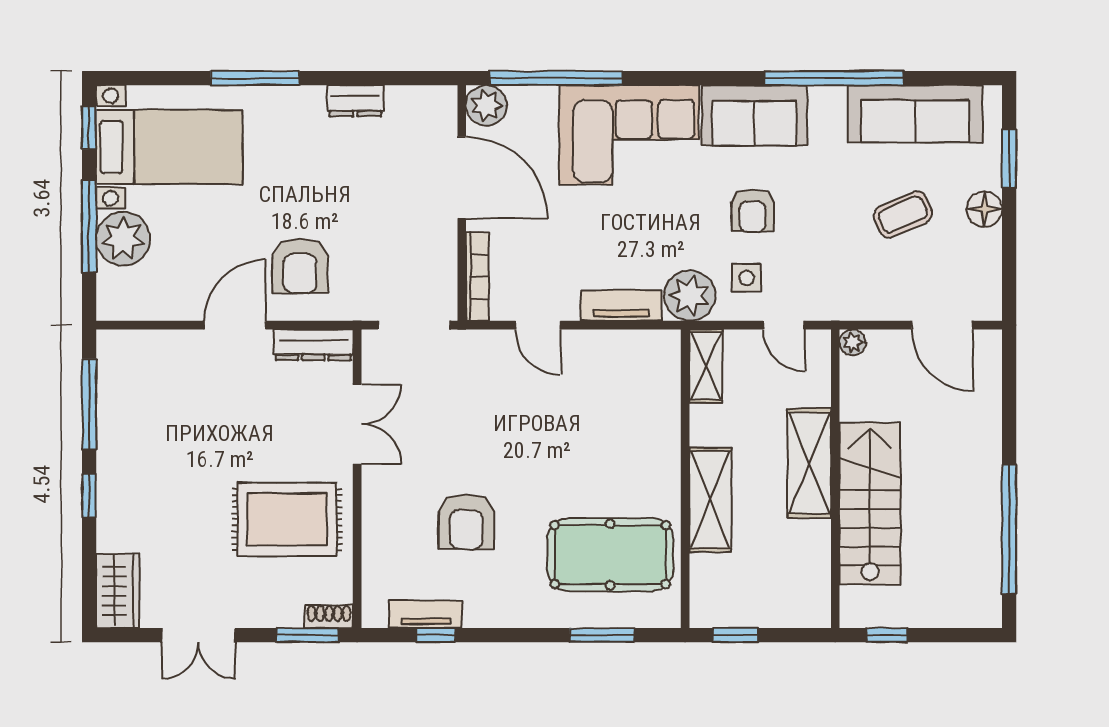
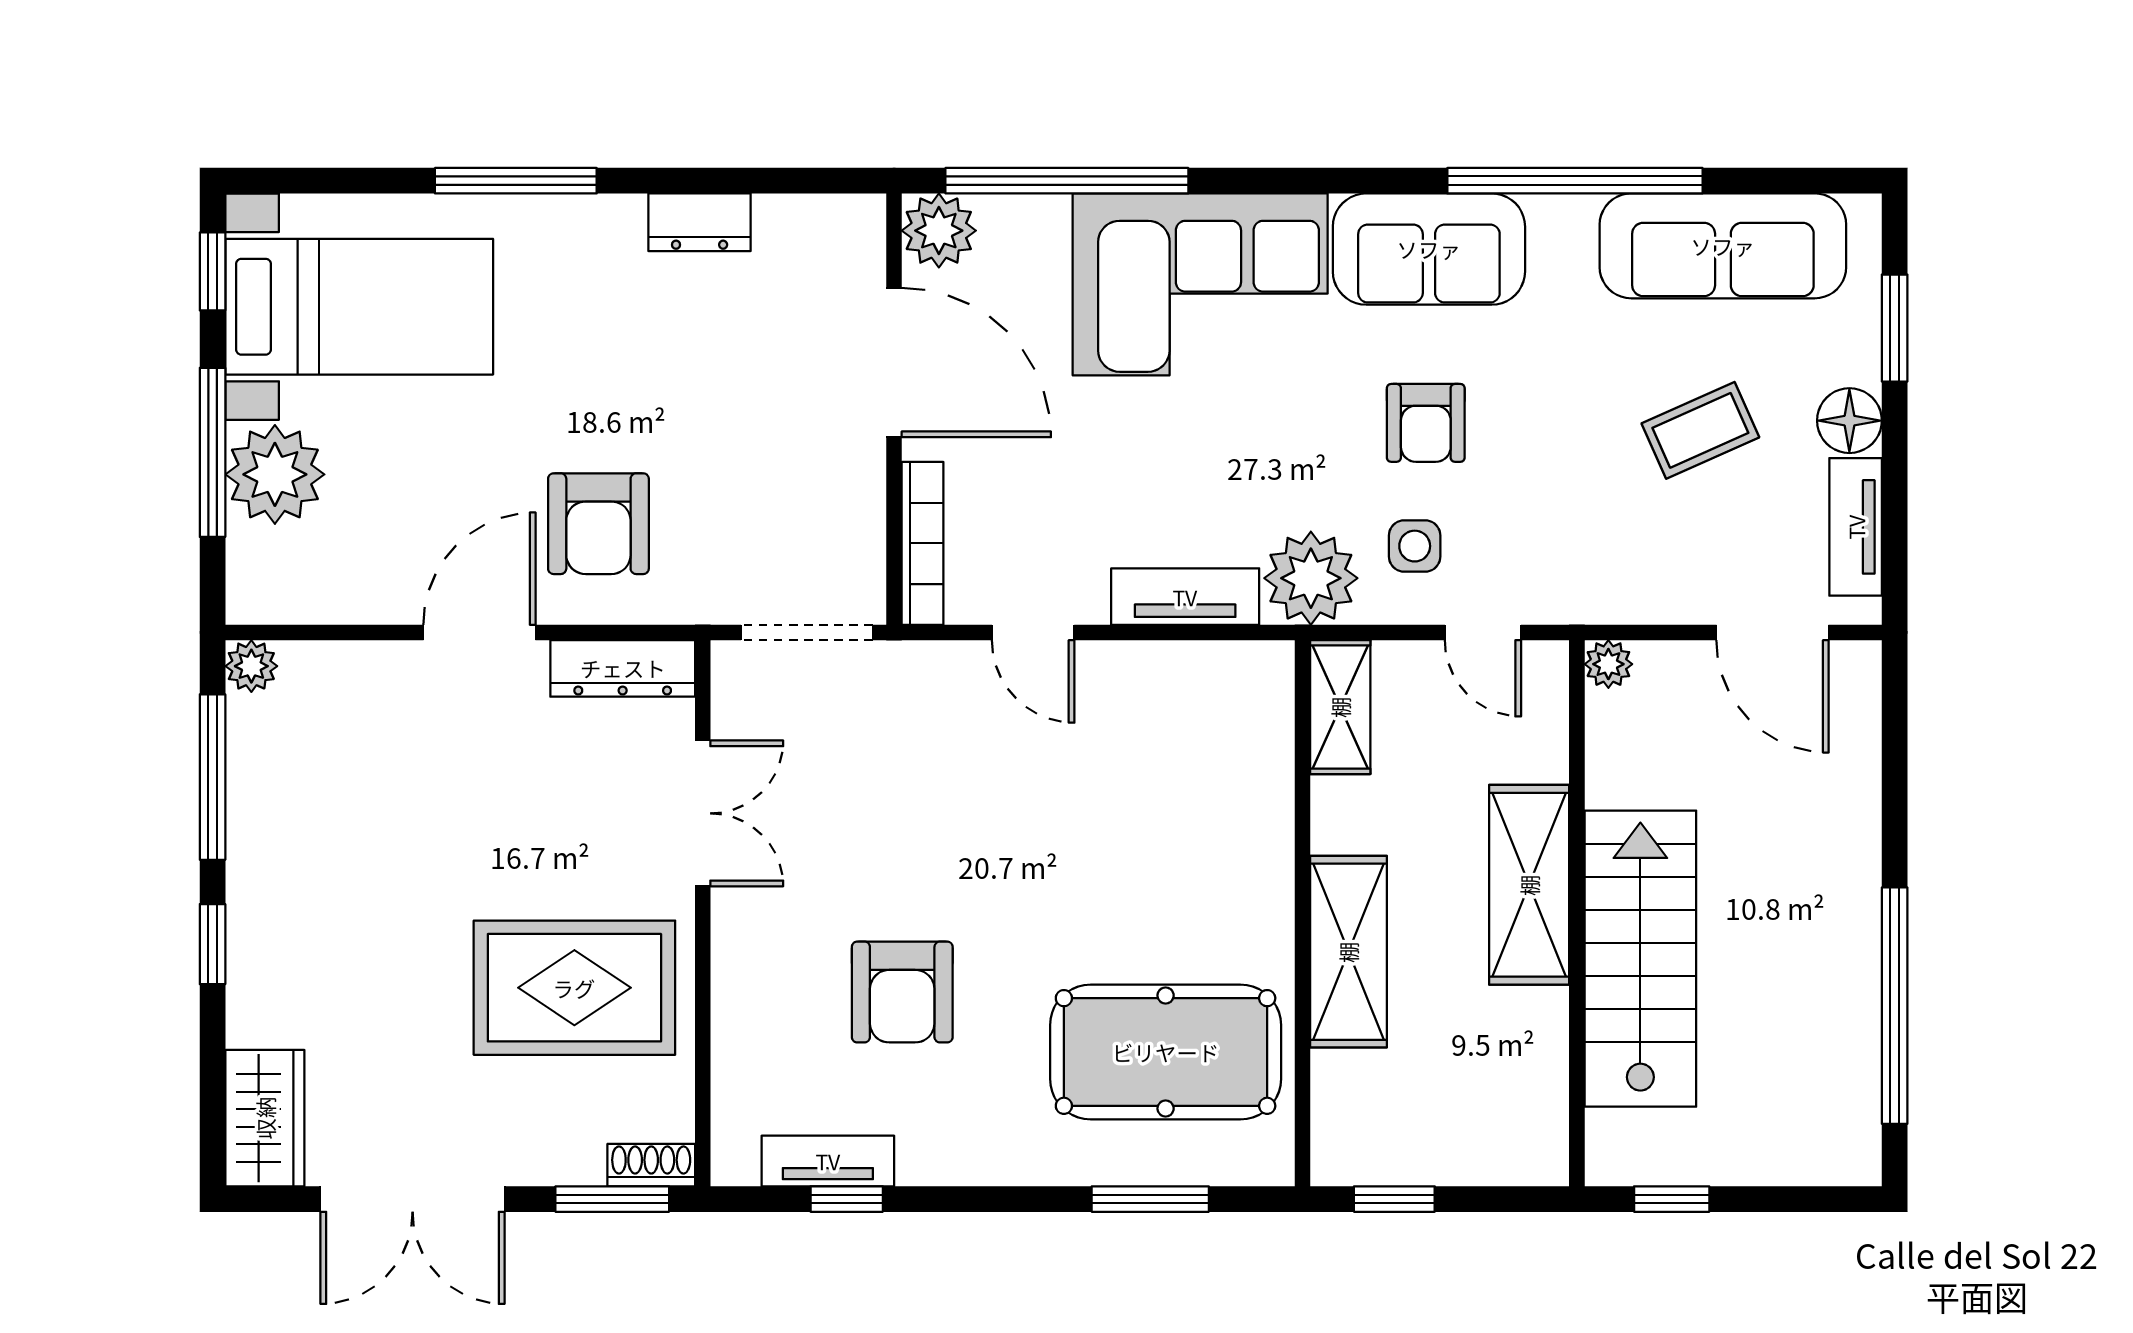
tv unit: (988, 267) -> (1856, 527), added
plant: (110, 344) -> (251, 666), added
double door: (198, 635) -> (413, 1199), width x1.37

